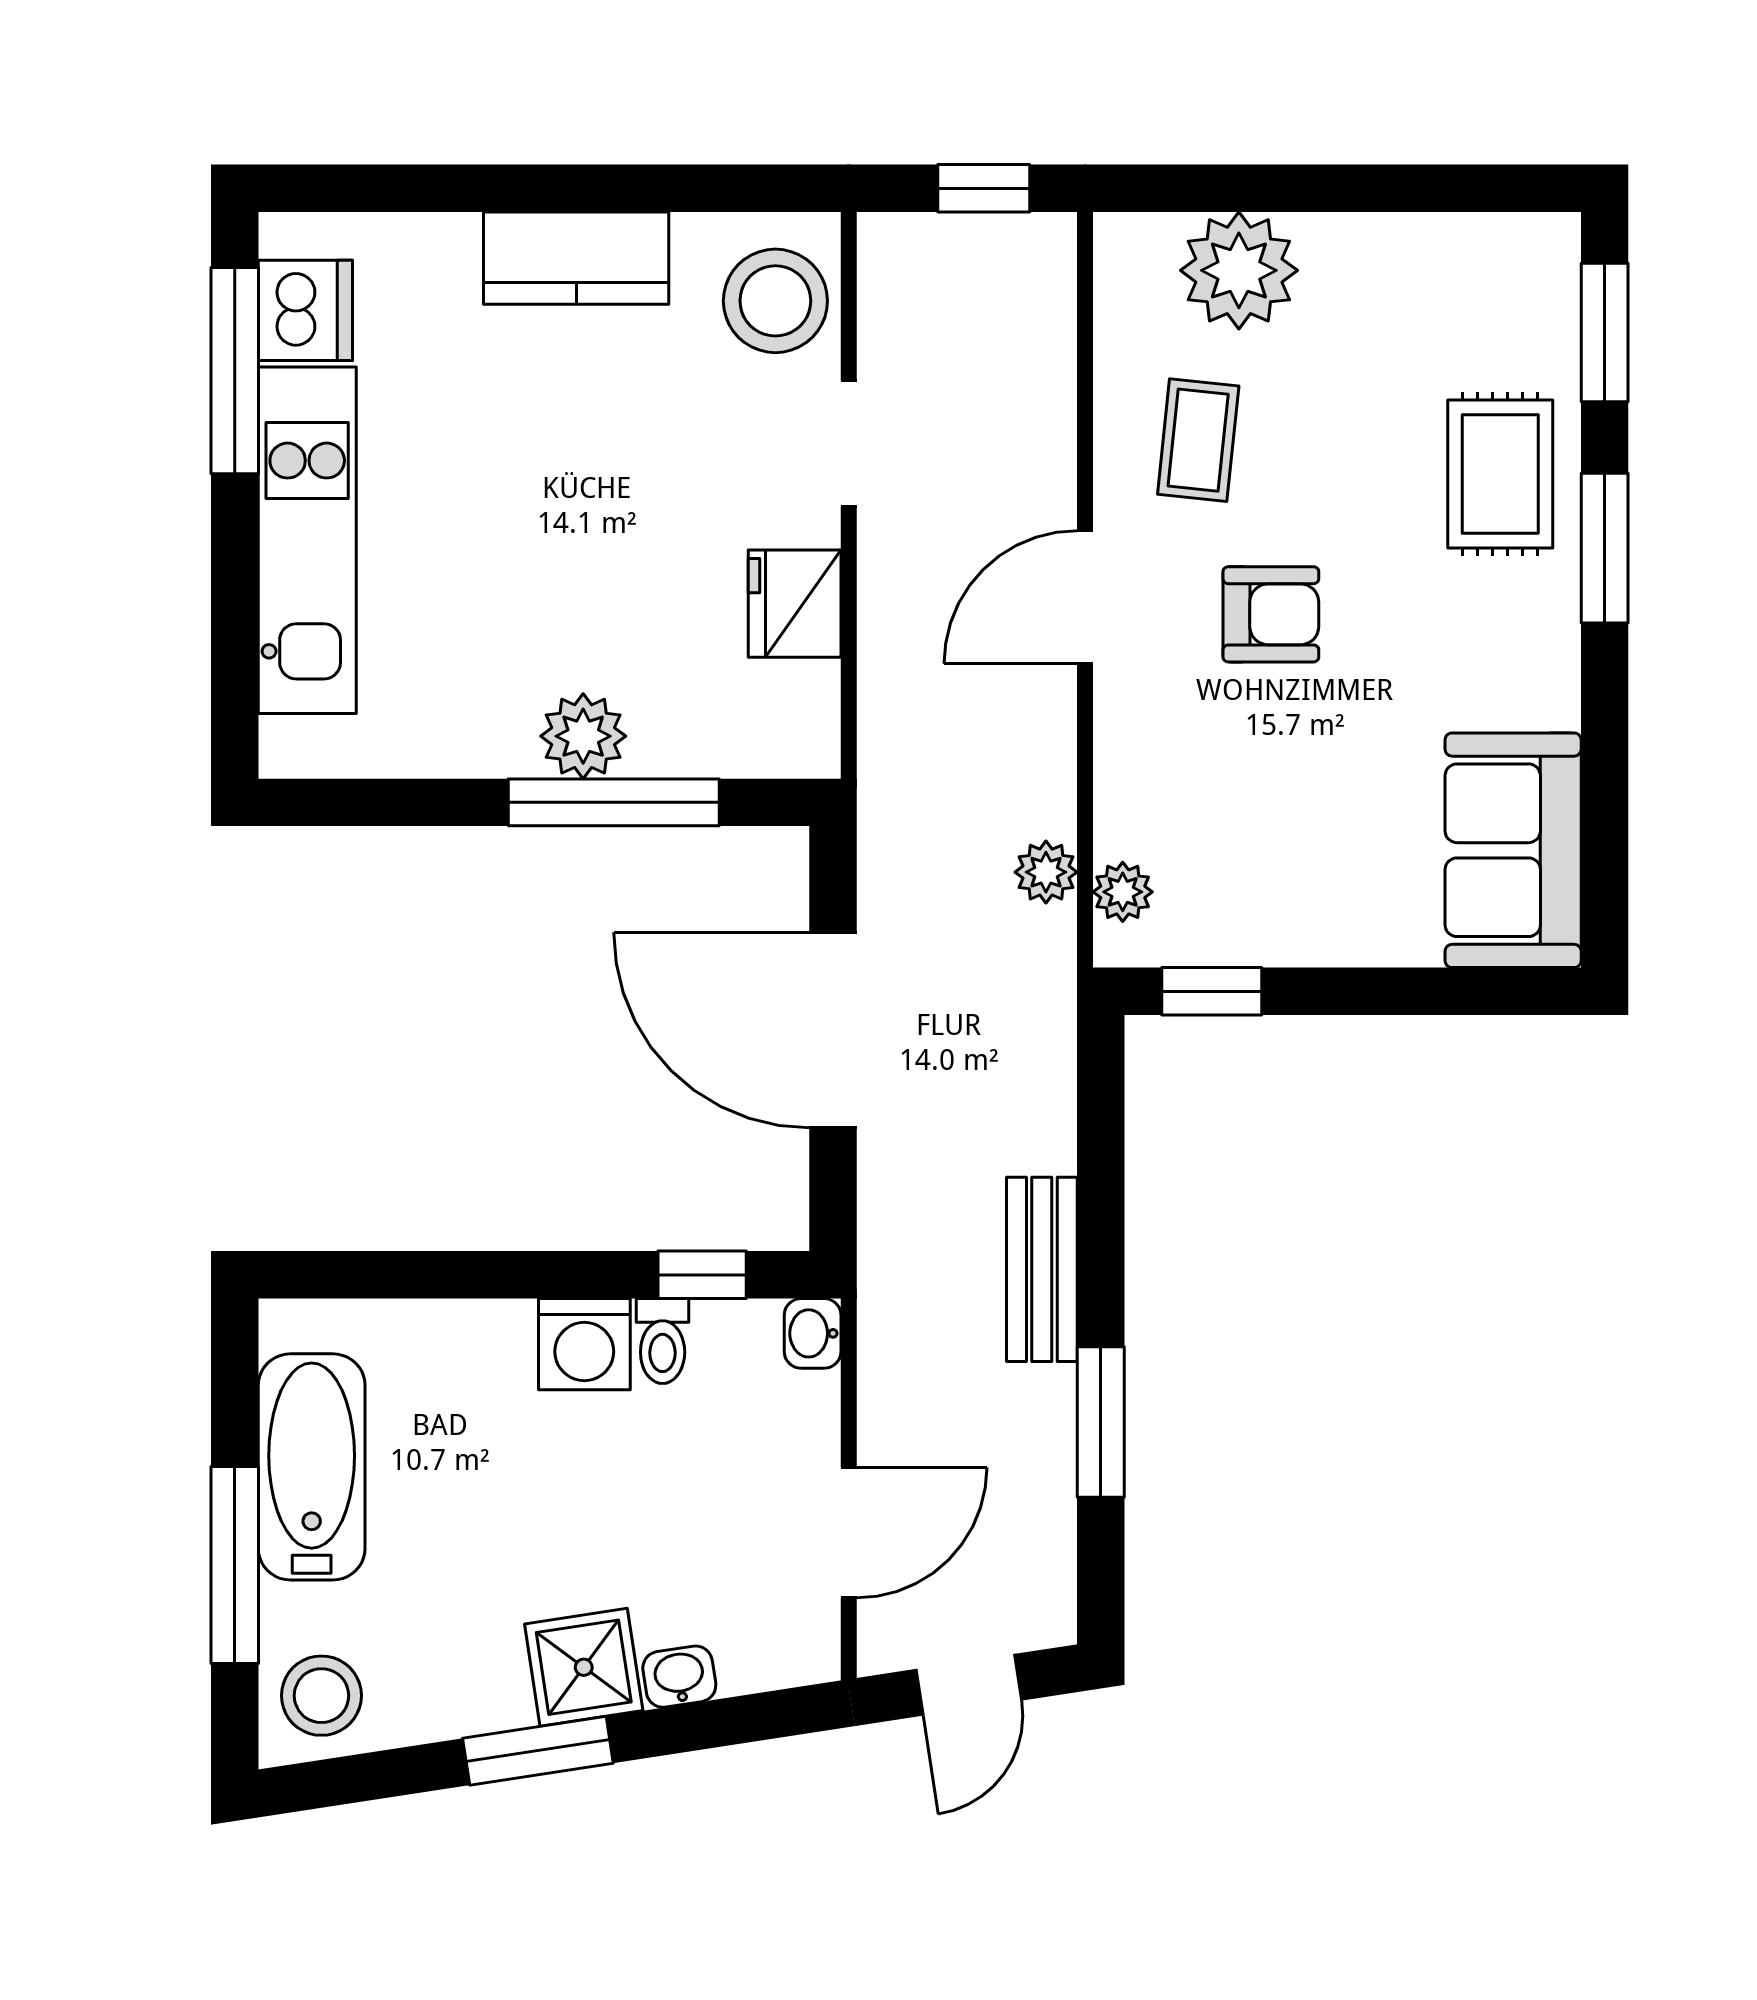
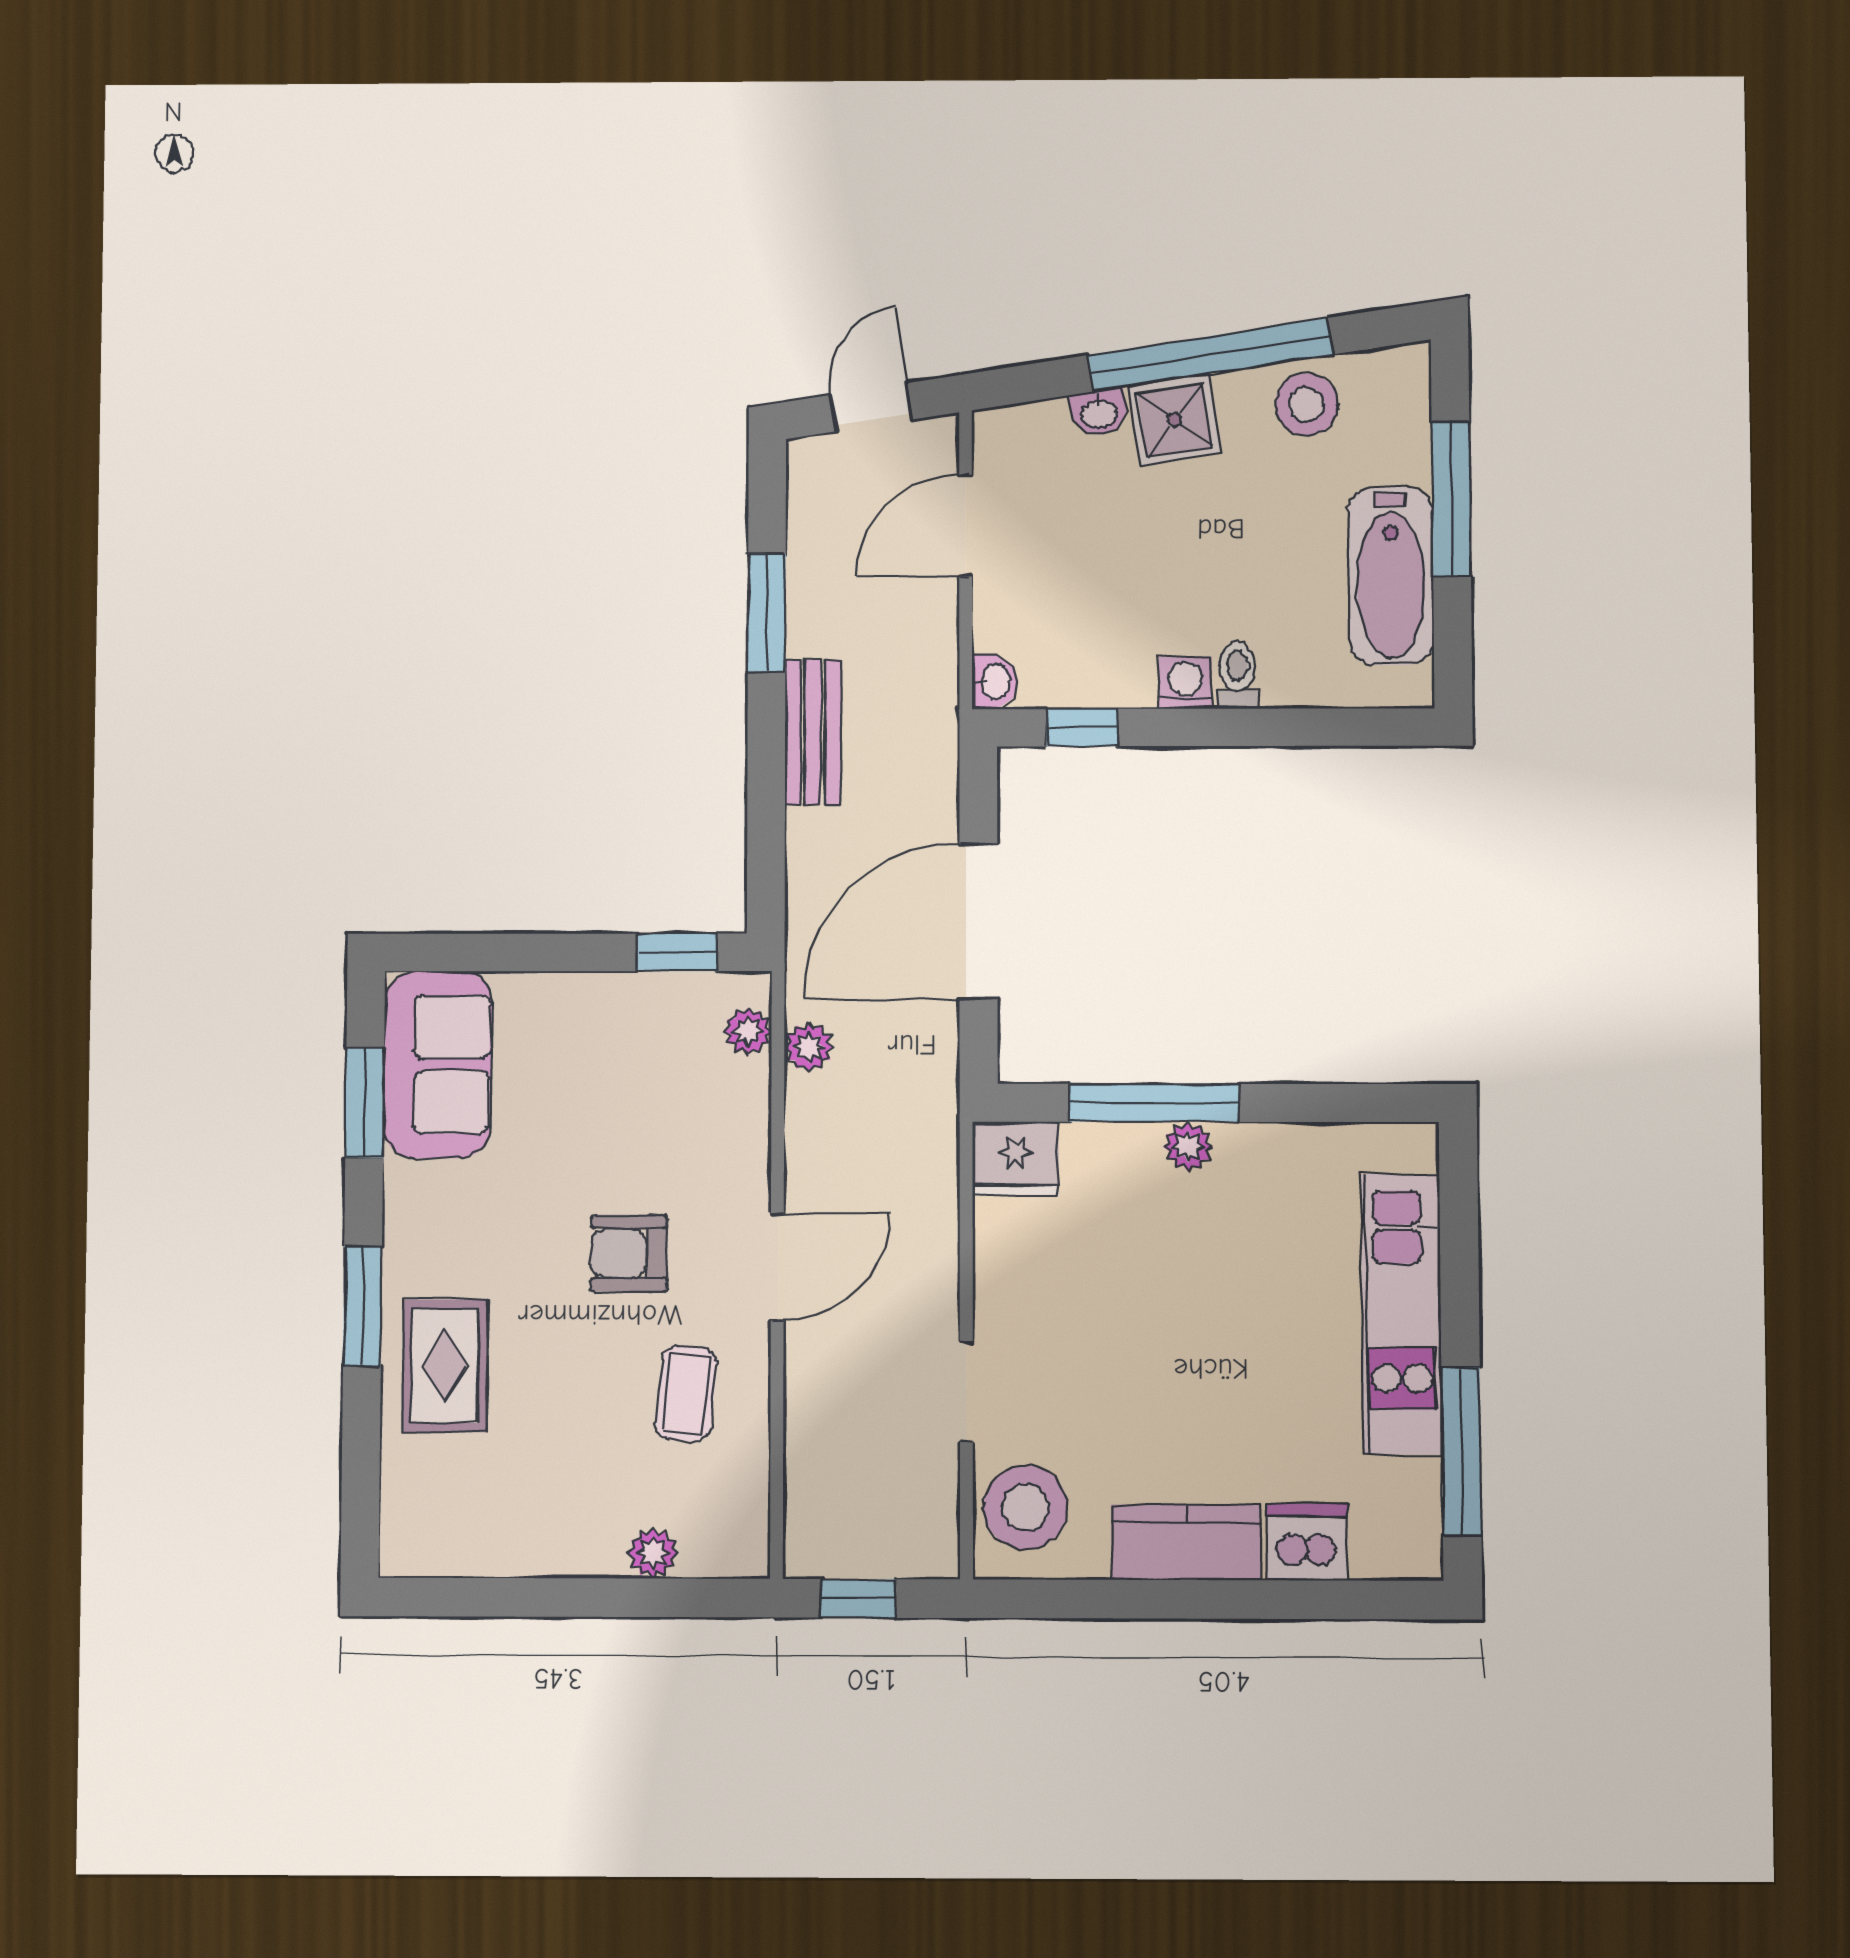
plant: (1239, 270) -> (653, 1553), width x0.53, depth x0.53
dishwasher: (305, 310) -> (1307, 1542), moved, turned 90
window: (1605, 333) -> (365, 1103), moved
fridge: (795, 604) -> (1016, 1159), moved, turned 90
plant: (583, 736) -> (1188, 1147), width x0.73, depth x0.73
door: (833, 1030) -> (978, 921), swing flipped
toilet: (663, 1341) -> (1237, 675), moved
washing machine: (584, 1344) -> (1185, 683), width x0.73, depth x0.73
stool: (321, 1696) -> (1307, 404), moved
window: (538, 1751) -> (1210, 355), width x2.11

